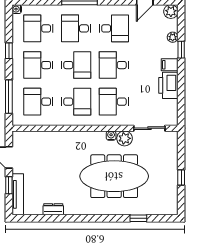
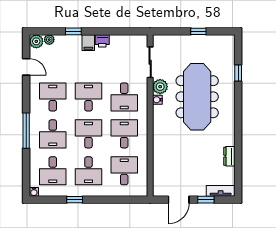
plant: (173, 37) -> (49, 40), moved
desk: (114, 65) -> (88, 97), turned 180
printer: (168, 85) -> (102, 41), width x0.53, depth x0.68
window: (9, 97) -> (119, 200), removed
desk: (38, 102) -> (124, 171), turned 180
tv unit: (18, 194) -> (221, 191), width x0.71

